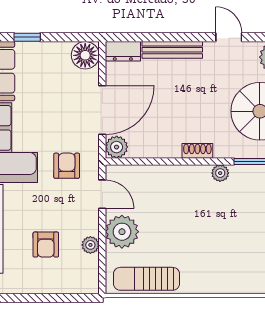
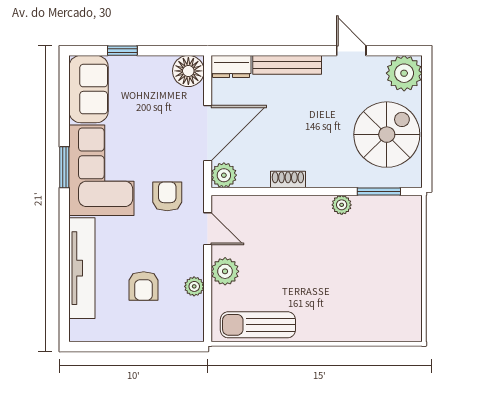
shoe rack: (197, 151) -> (288, 179), moved
plant: (122, 232) -> (225, 271), width x0.73, depth x0.73

